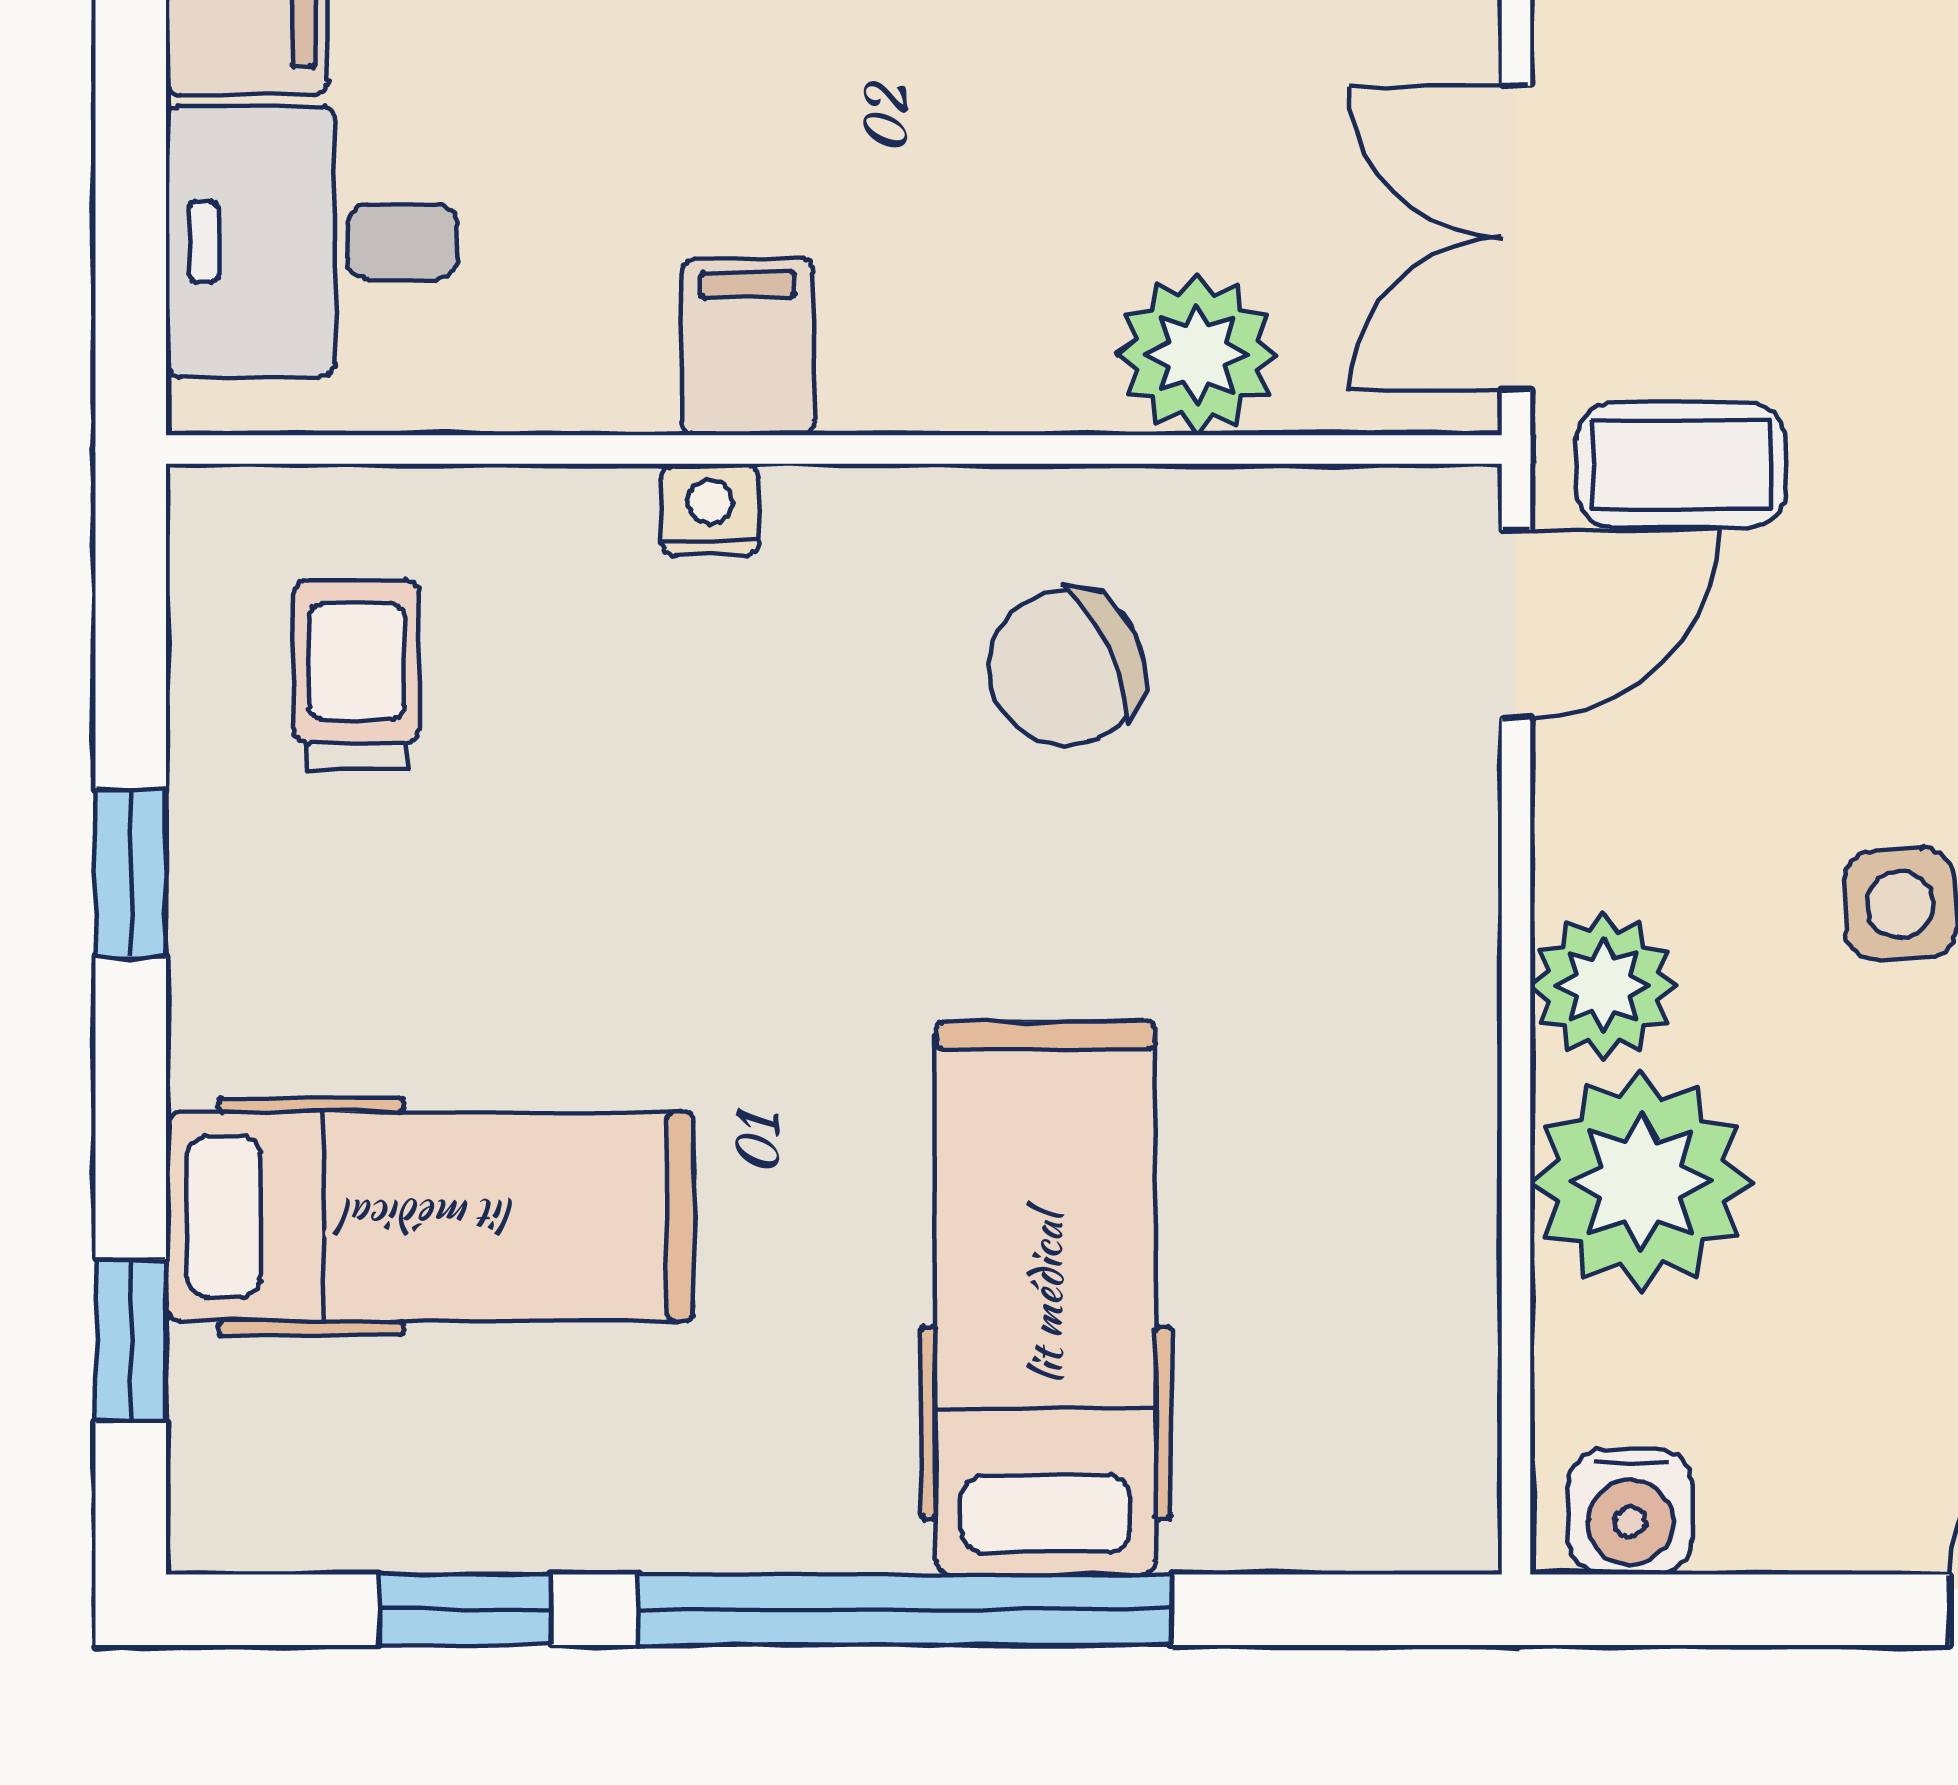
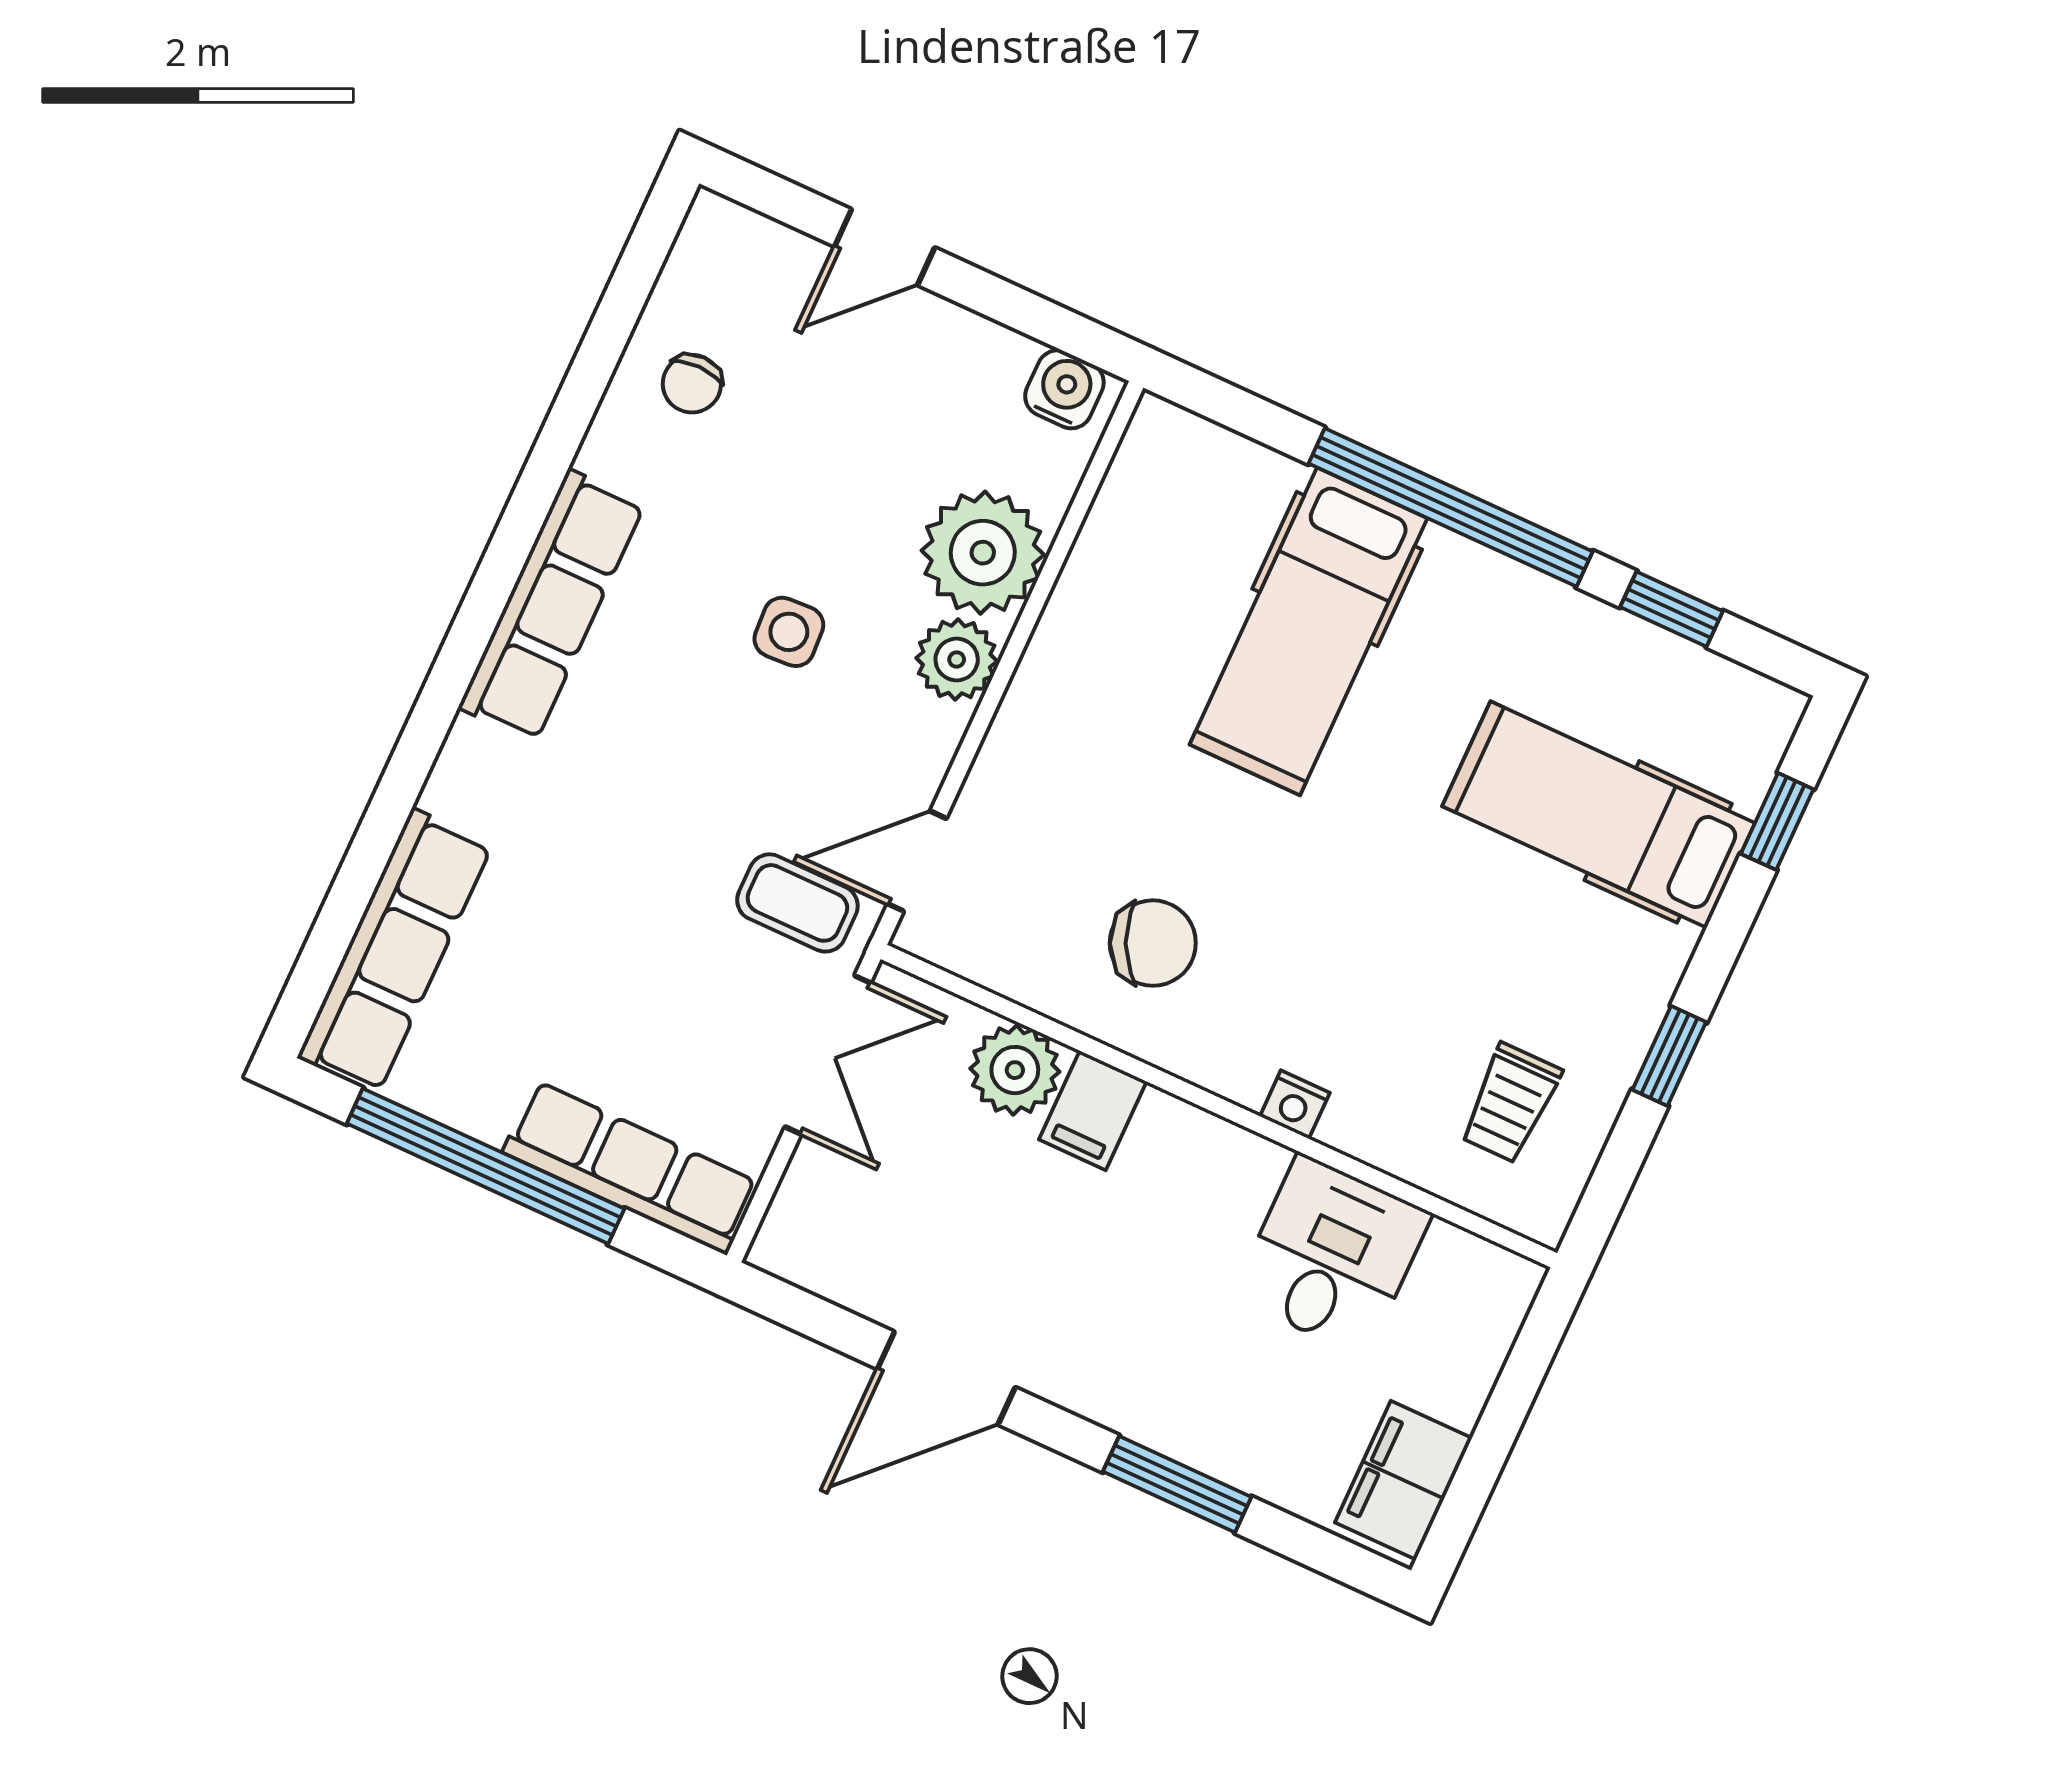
desk: (312, 242) -> (1332, 1255), moved, turned -90
filing cabinet: (748, 347) -> (1093, 1111), moved

